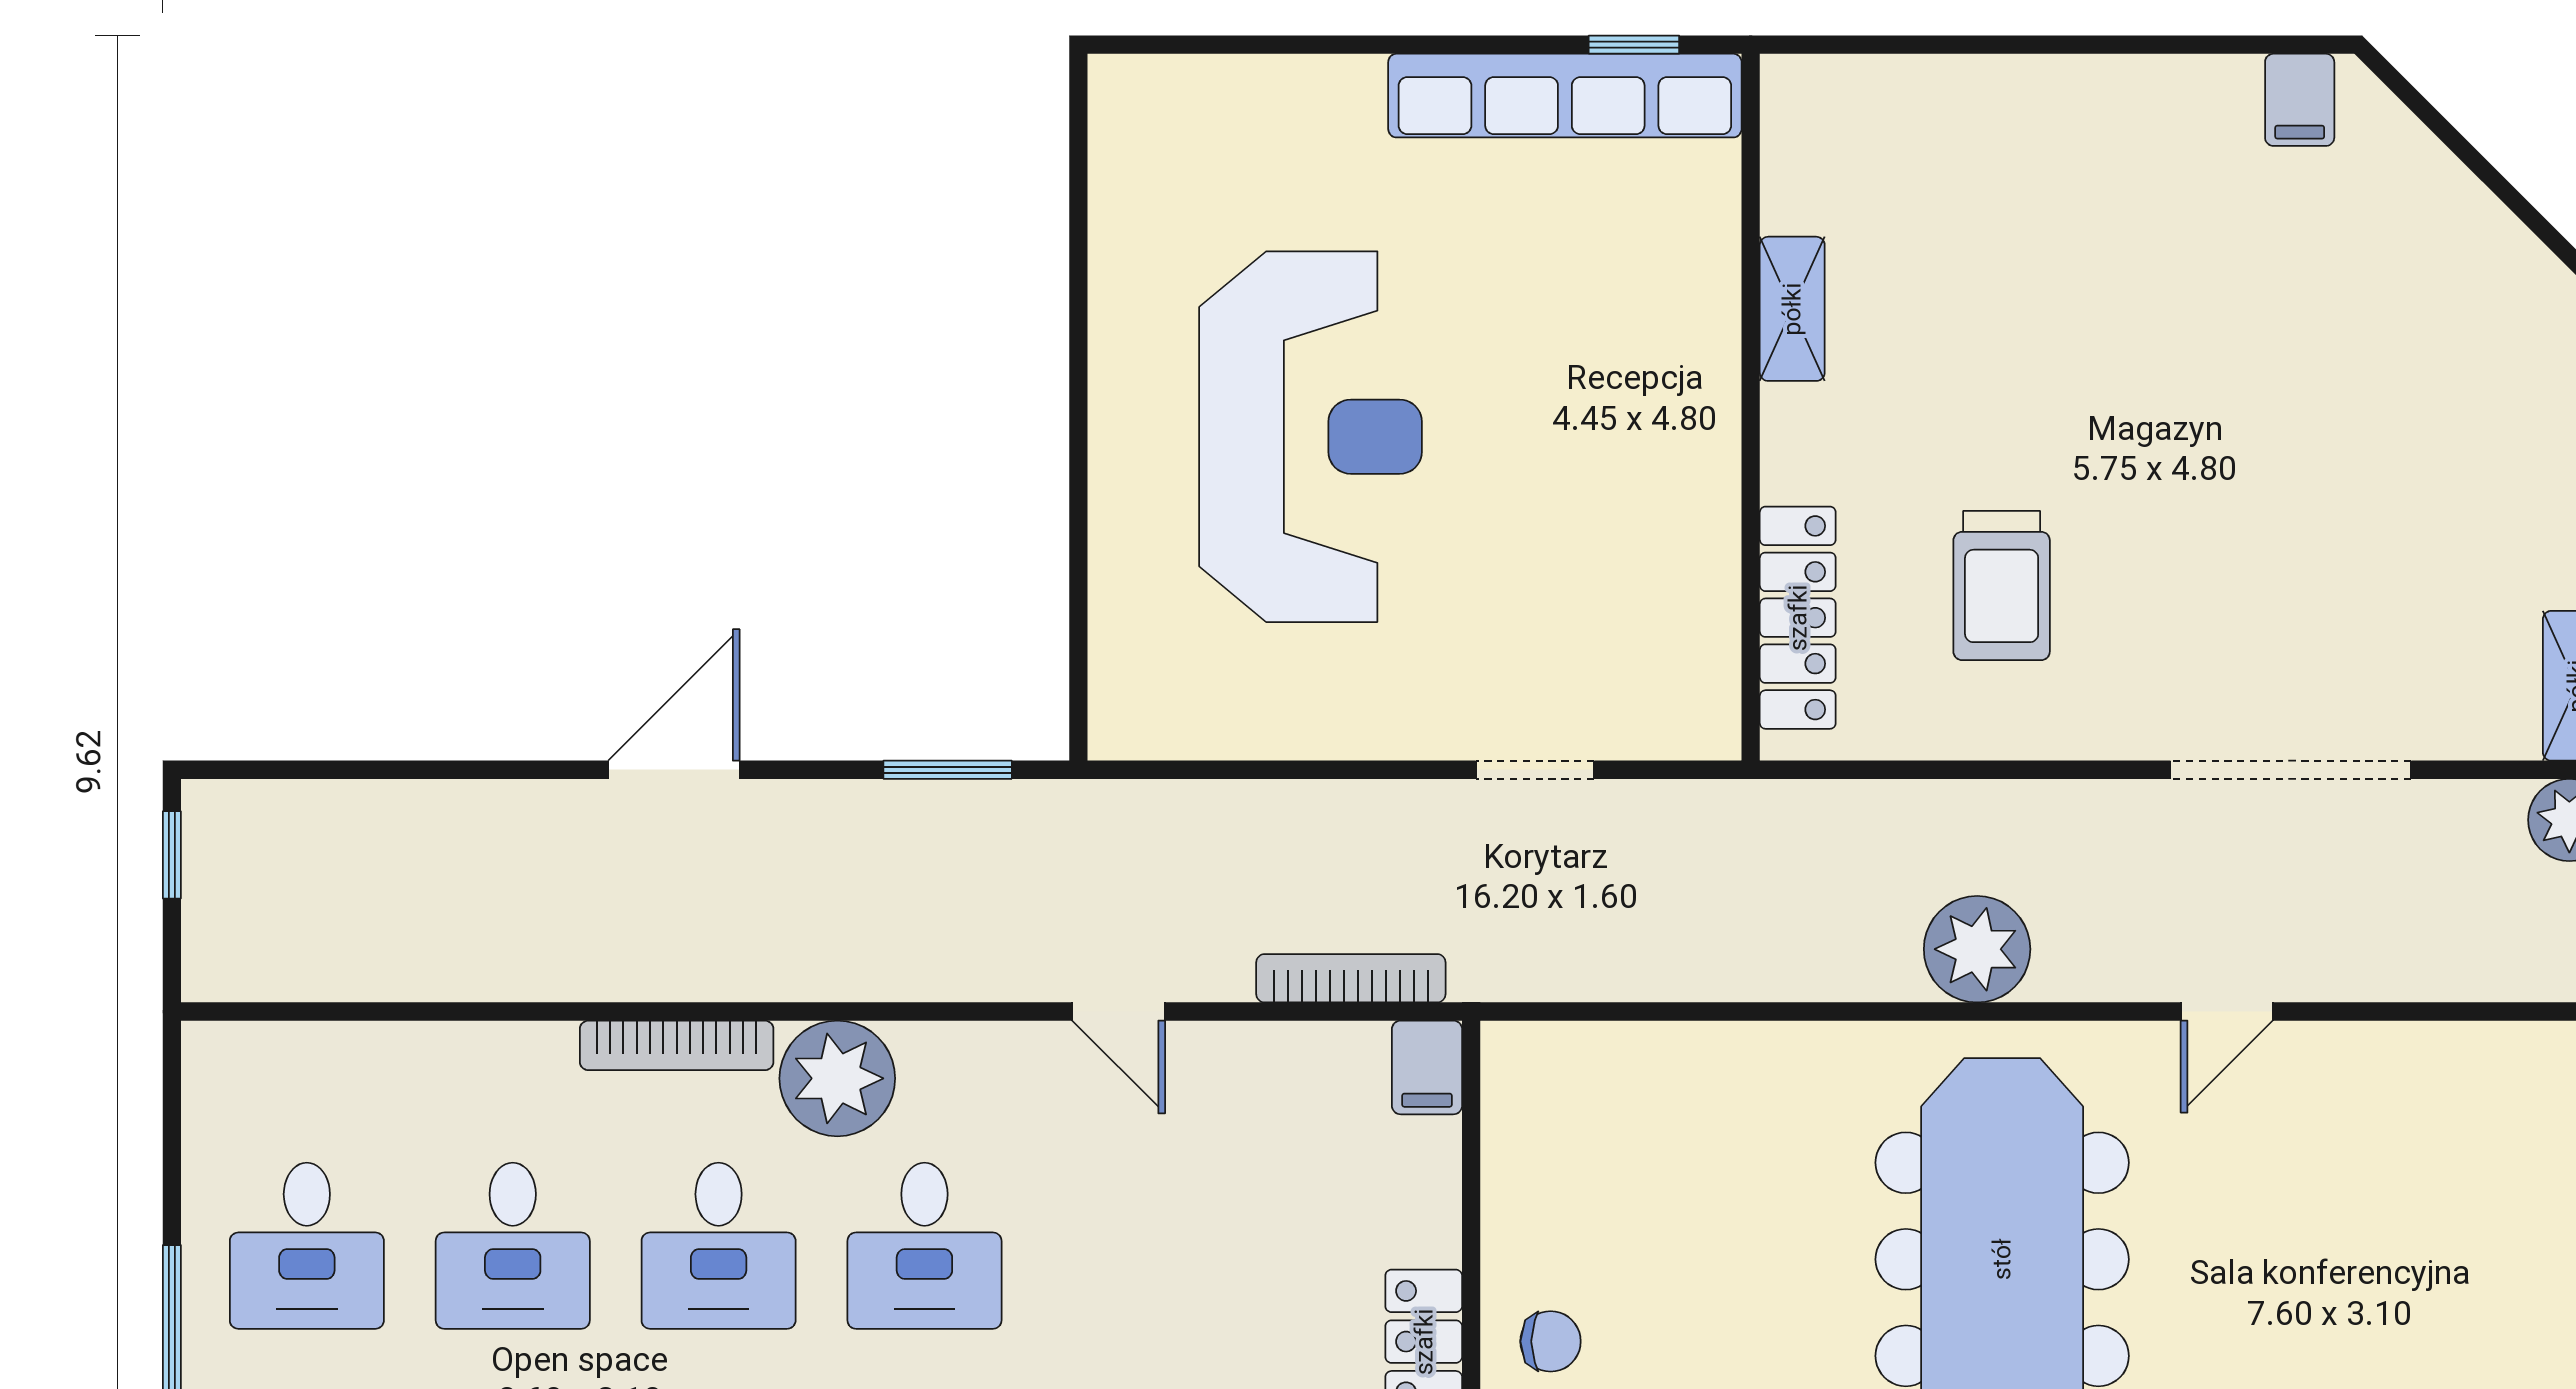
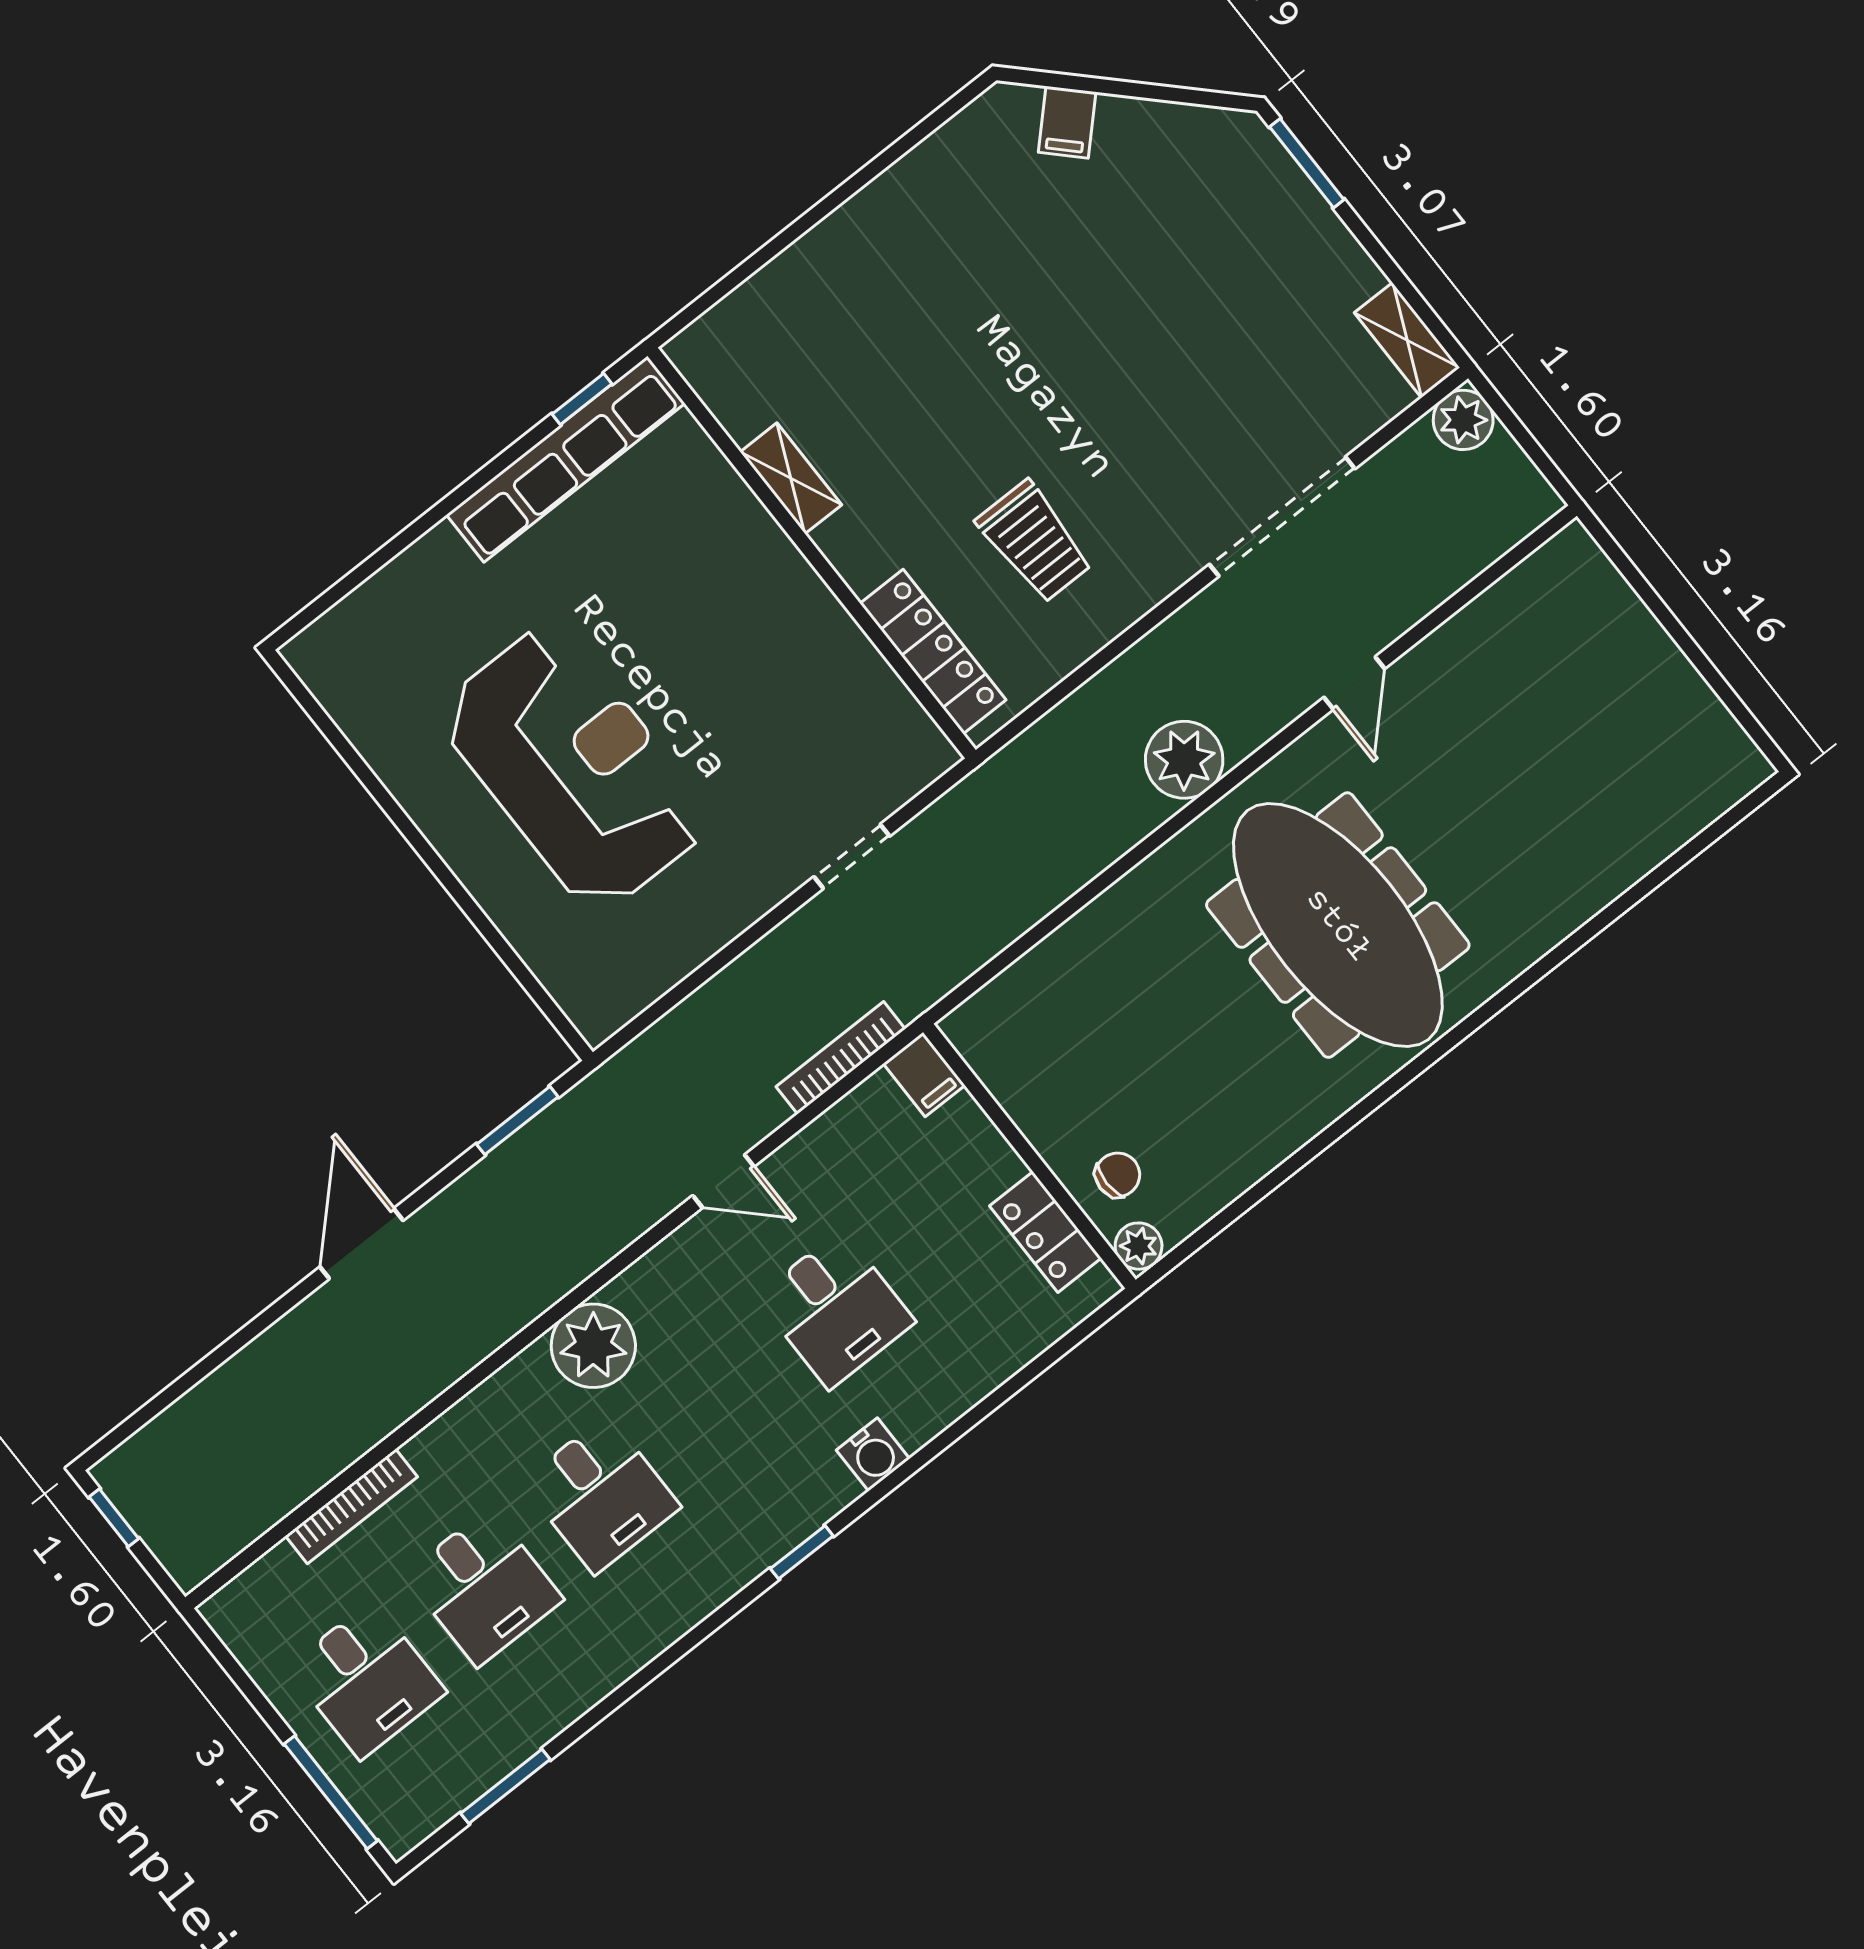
filing cabinet: (2300, 100) -> (1067, 122), moved, turned 45
bookcase: (677, 1045) -> (351, 1506), moved
desk: (924, 1246) -> (835, 1309), moved

